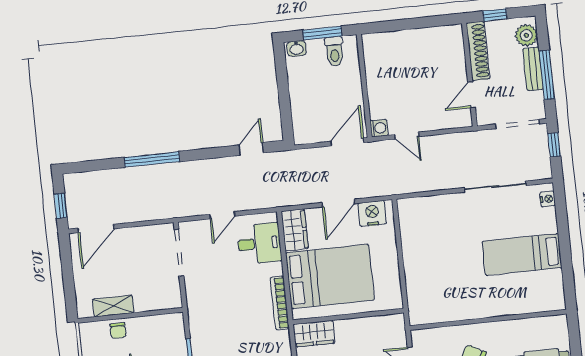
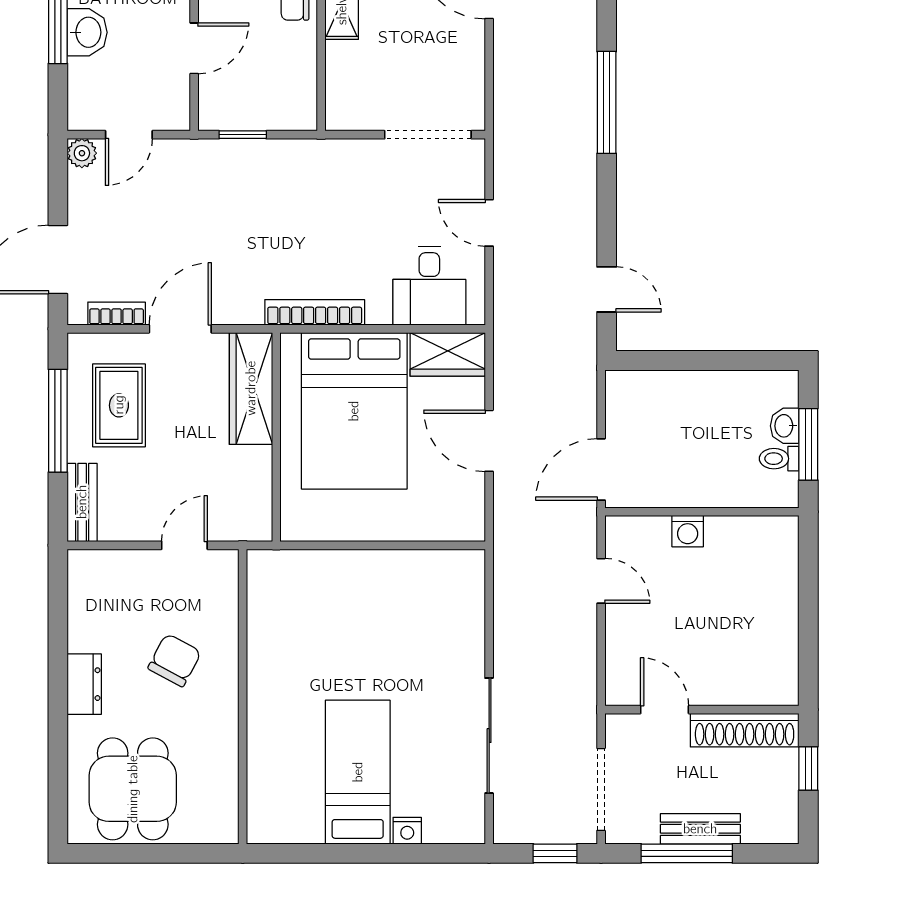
plant: (526, 35) -> (764, 823), removed
washbasin: (296, 48) -> (785, 426), moved
toilet: (334, 52) -> (779, 459), width x0.73, depth x0.72
washing machine: (379, 128) -> (688, 531), moved
door: (407, 136) -> (601, 581), swing flipped
door: (347, 142) -> (601, 469), swing flipped
nightstand: (548, 199) -> (407, 831), moved
nightstand: (372, 213) -> (463, 502), removed
wardrobe: (314, 334) -> (251, 388), width x1.50

